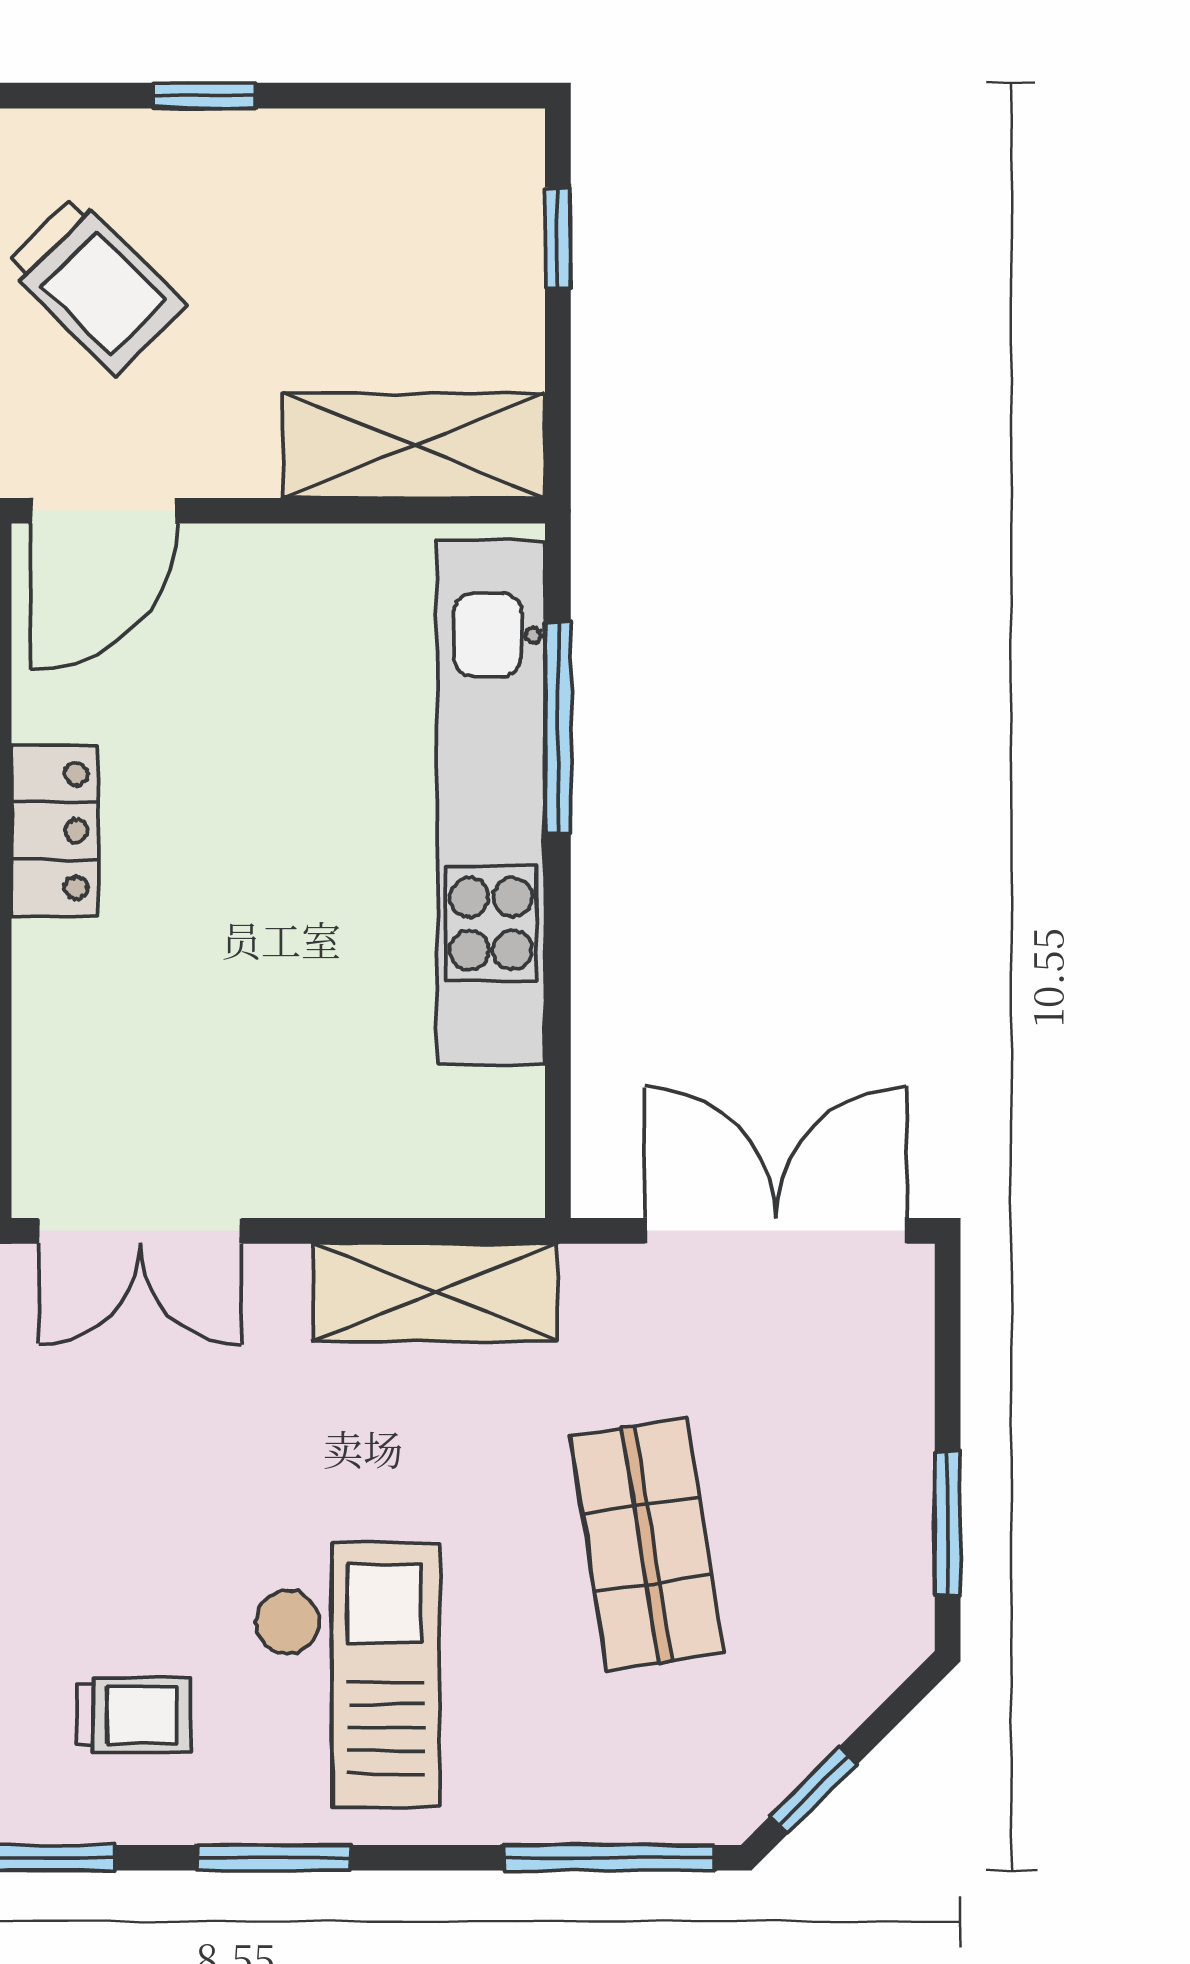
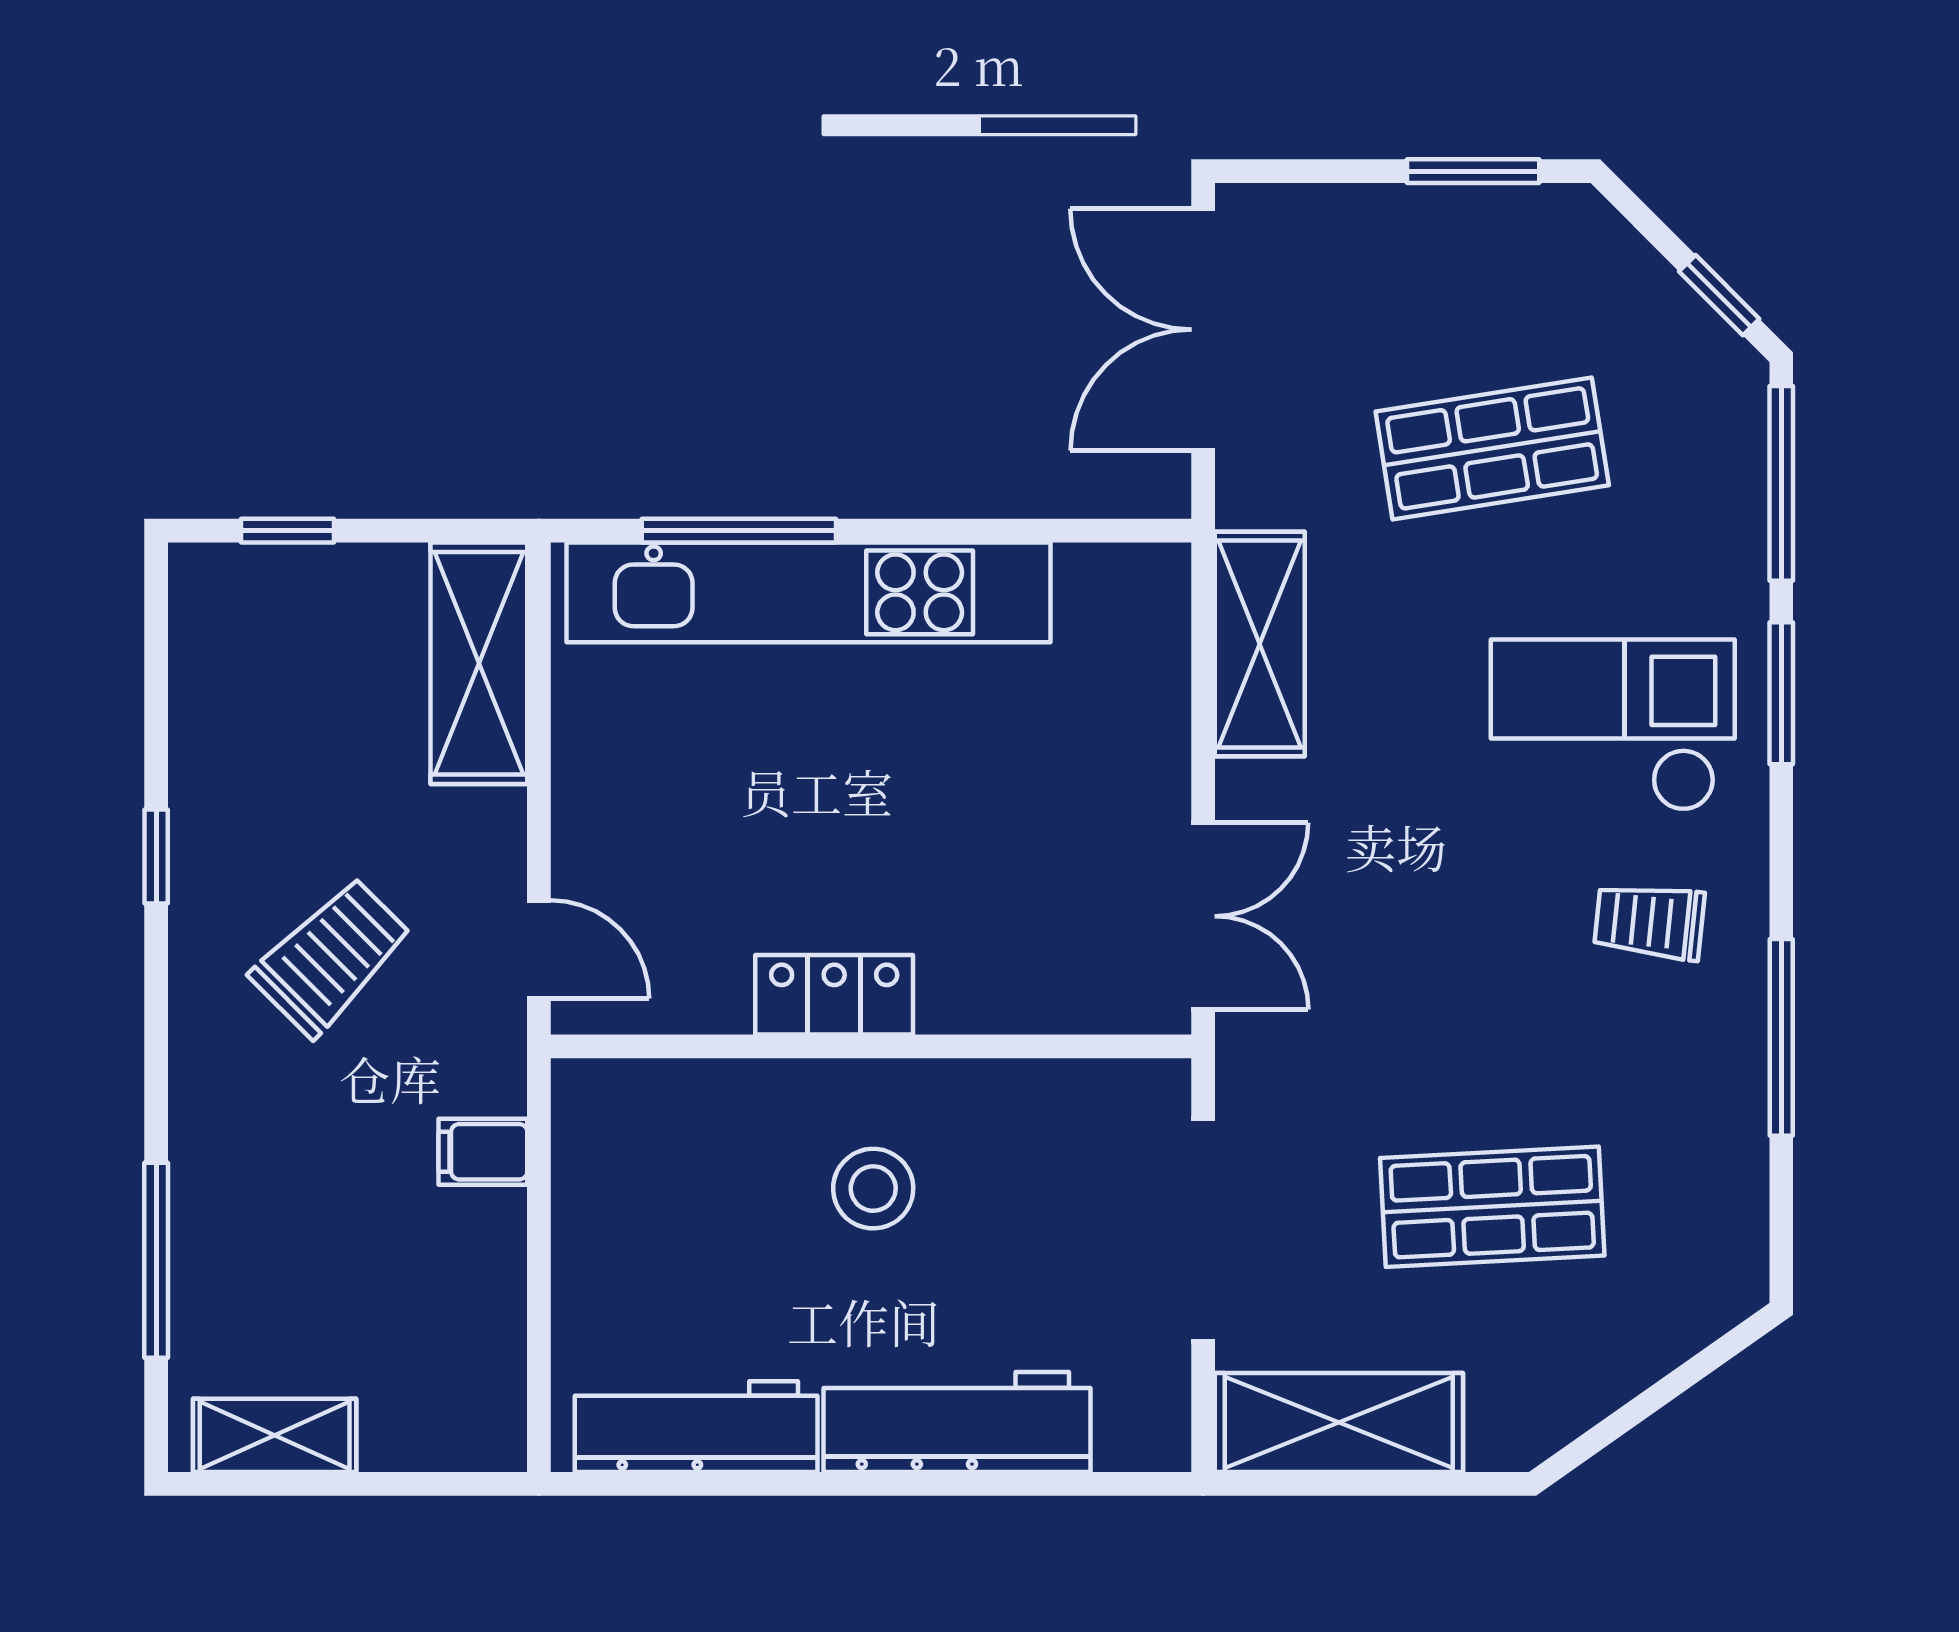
door: (104, 511) -> (539, 949), width x0.73
trolley: (134, 1715) -> (1649, 922), turned -84
window: (273, 1858) -> (1781, 693), moved

